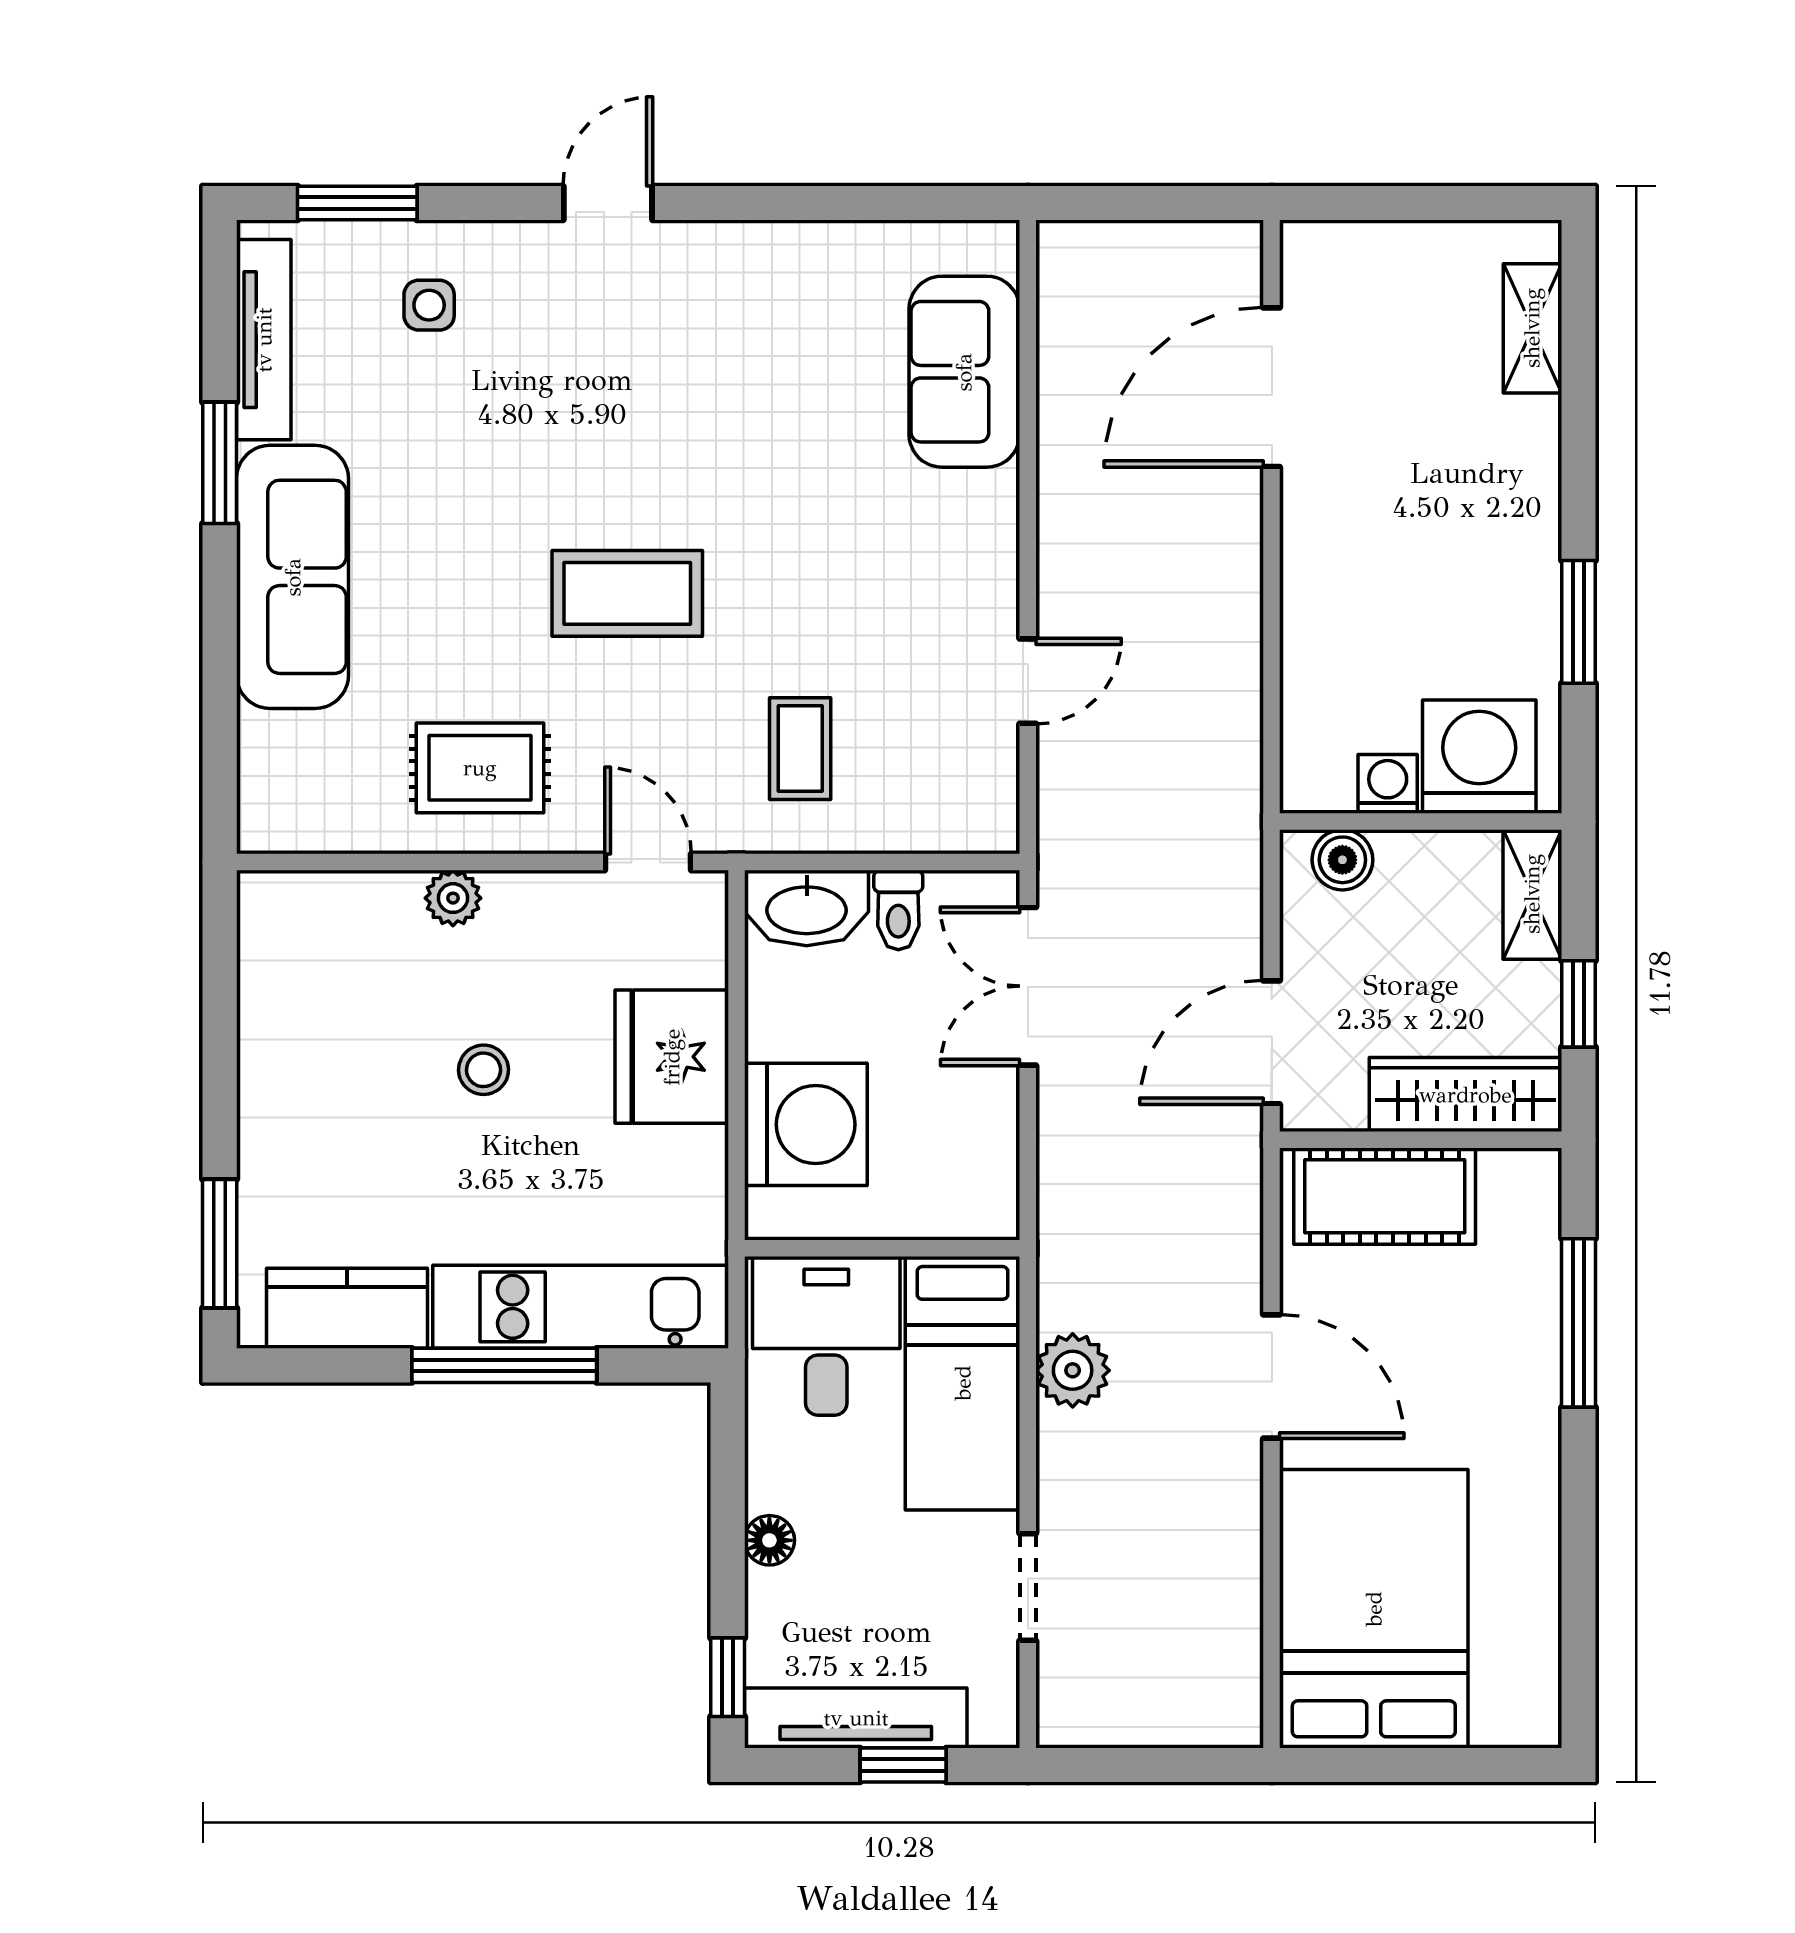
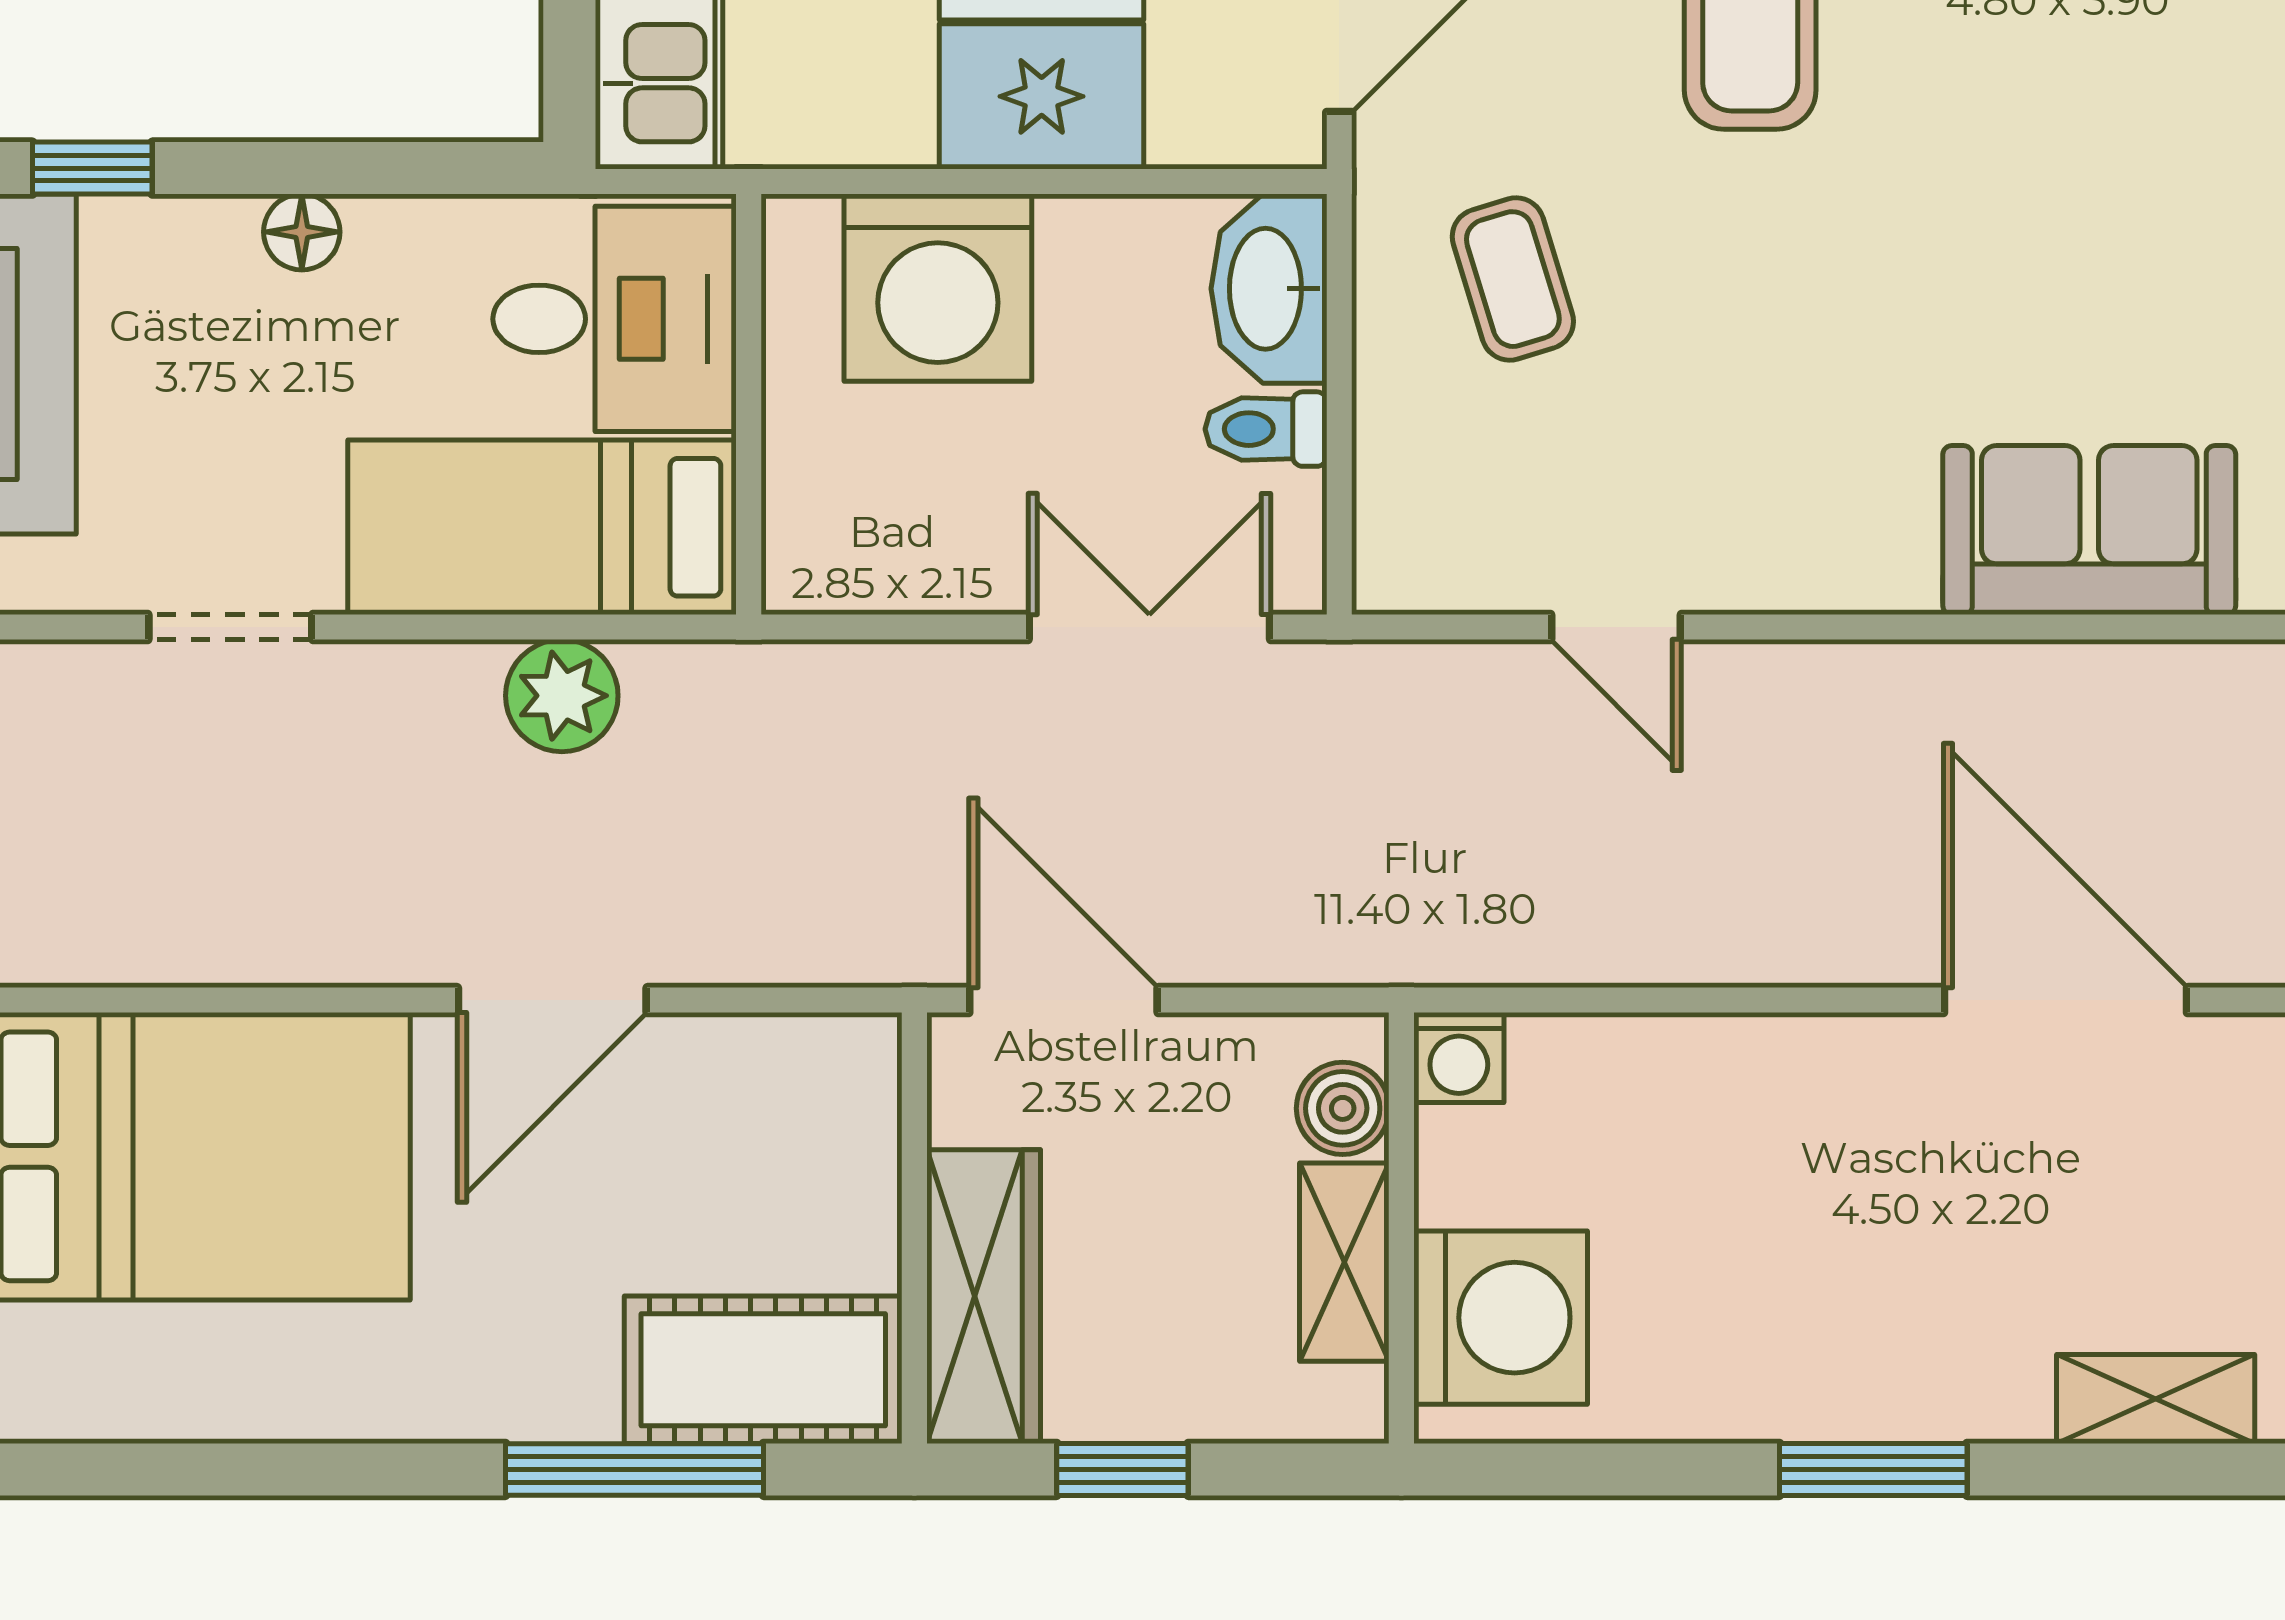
window: (1578, 622) -> (1873, 1469), moved
coffee table: (800, 749) -> (1513, 279), turned 73
washing machine: (1388, 784) -> (1459, 1058), moved, turned 90
shelving: (1532, 894) -> (1344, 1262), moved, turned 90
cot: (1385, 1196) -> (763, 1370), moved, turned 90

